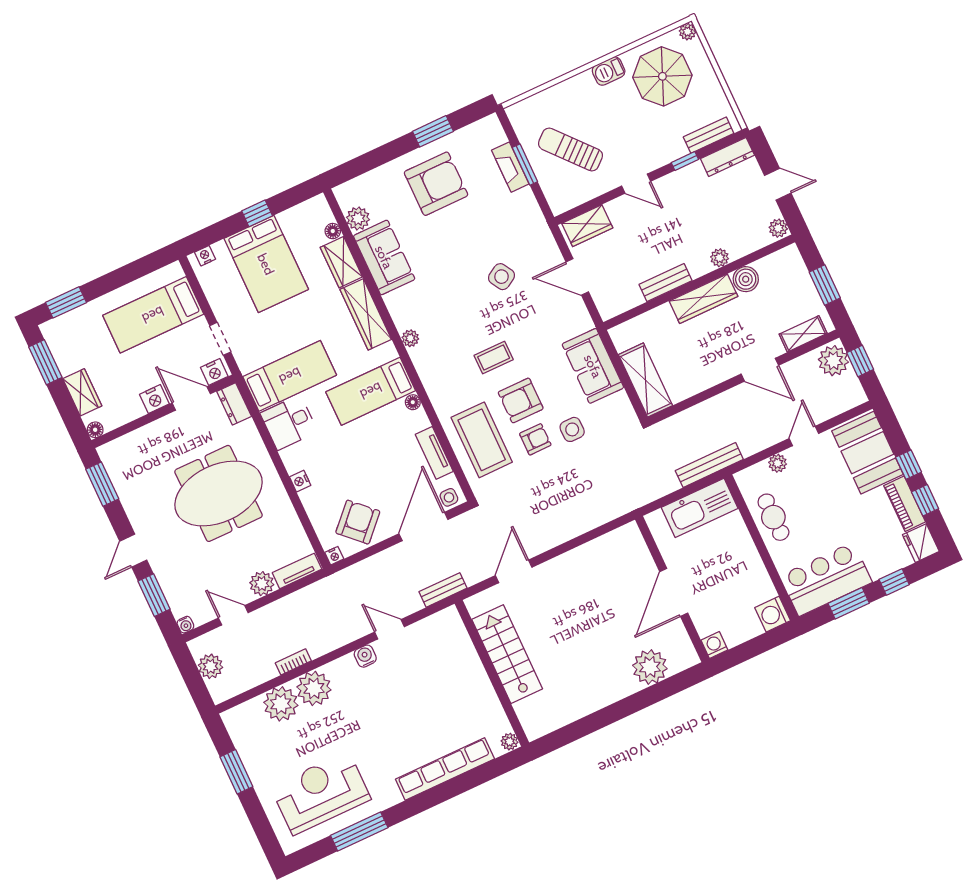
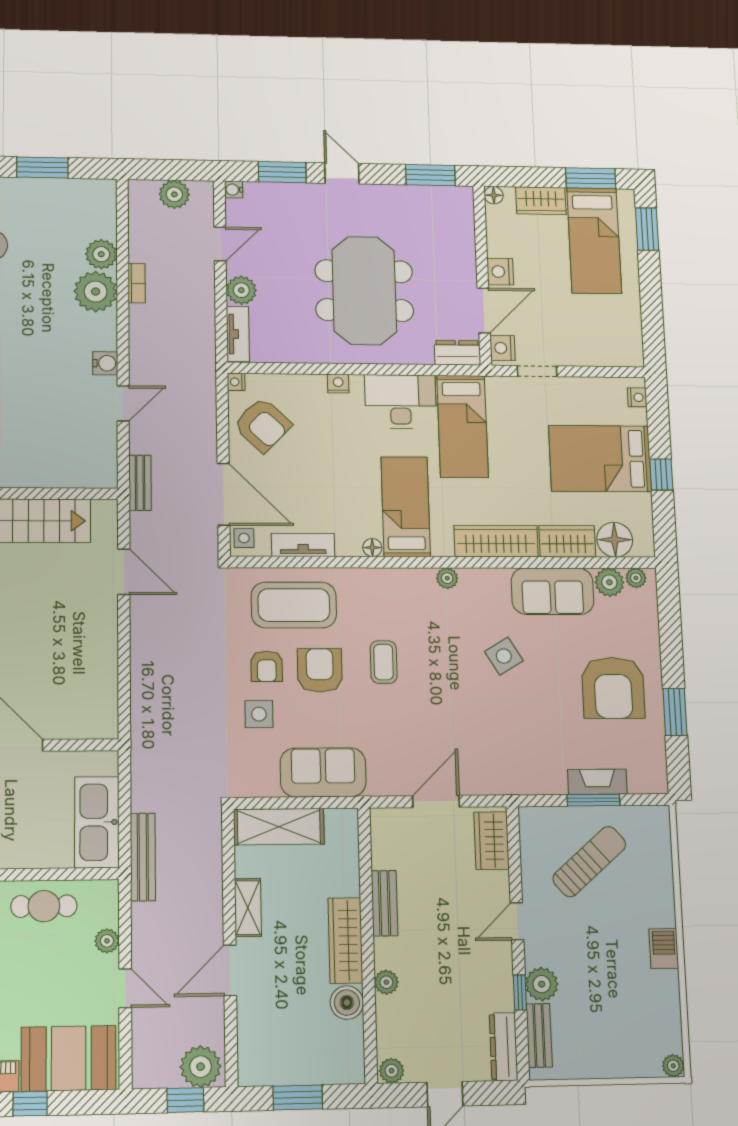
parasol: (662, 76) -> (632, 1011), removed
plant: (672, 148) -> (542, 984), added
plant: (346, 200) -> (636, 578), added
floor lamp: (333, 231) -> (615, 540), width x1.89, depth x1.89
side table: (501, 277) -> (504, 656), moved
bed: (153, 315) -> (594, 241), moved, turned 180
shelving: (803, 334) -> (248, 908), moved
desk: (289, 422) -> (401, 402), width x1.37
plant: (281, 704) -> (101, 254), width x0.73, depth x0.73

